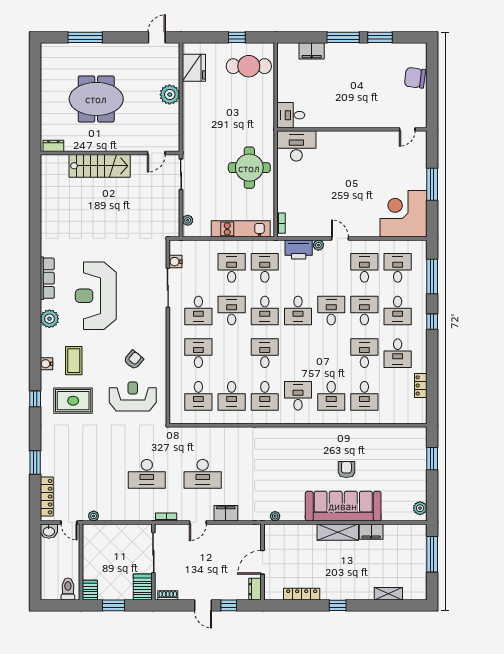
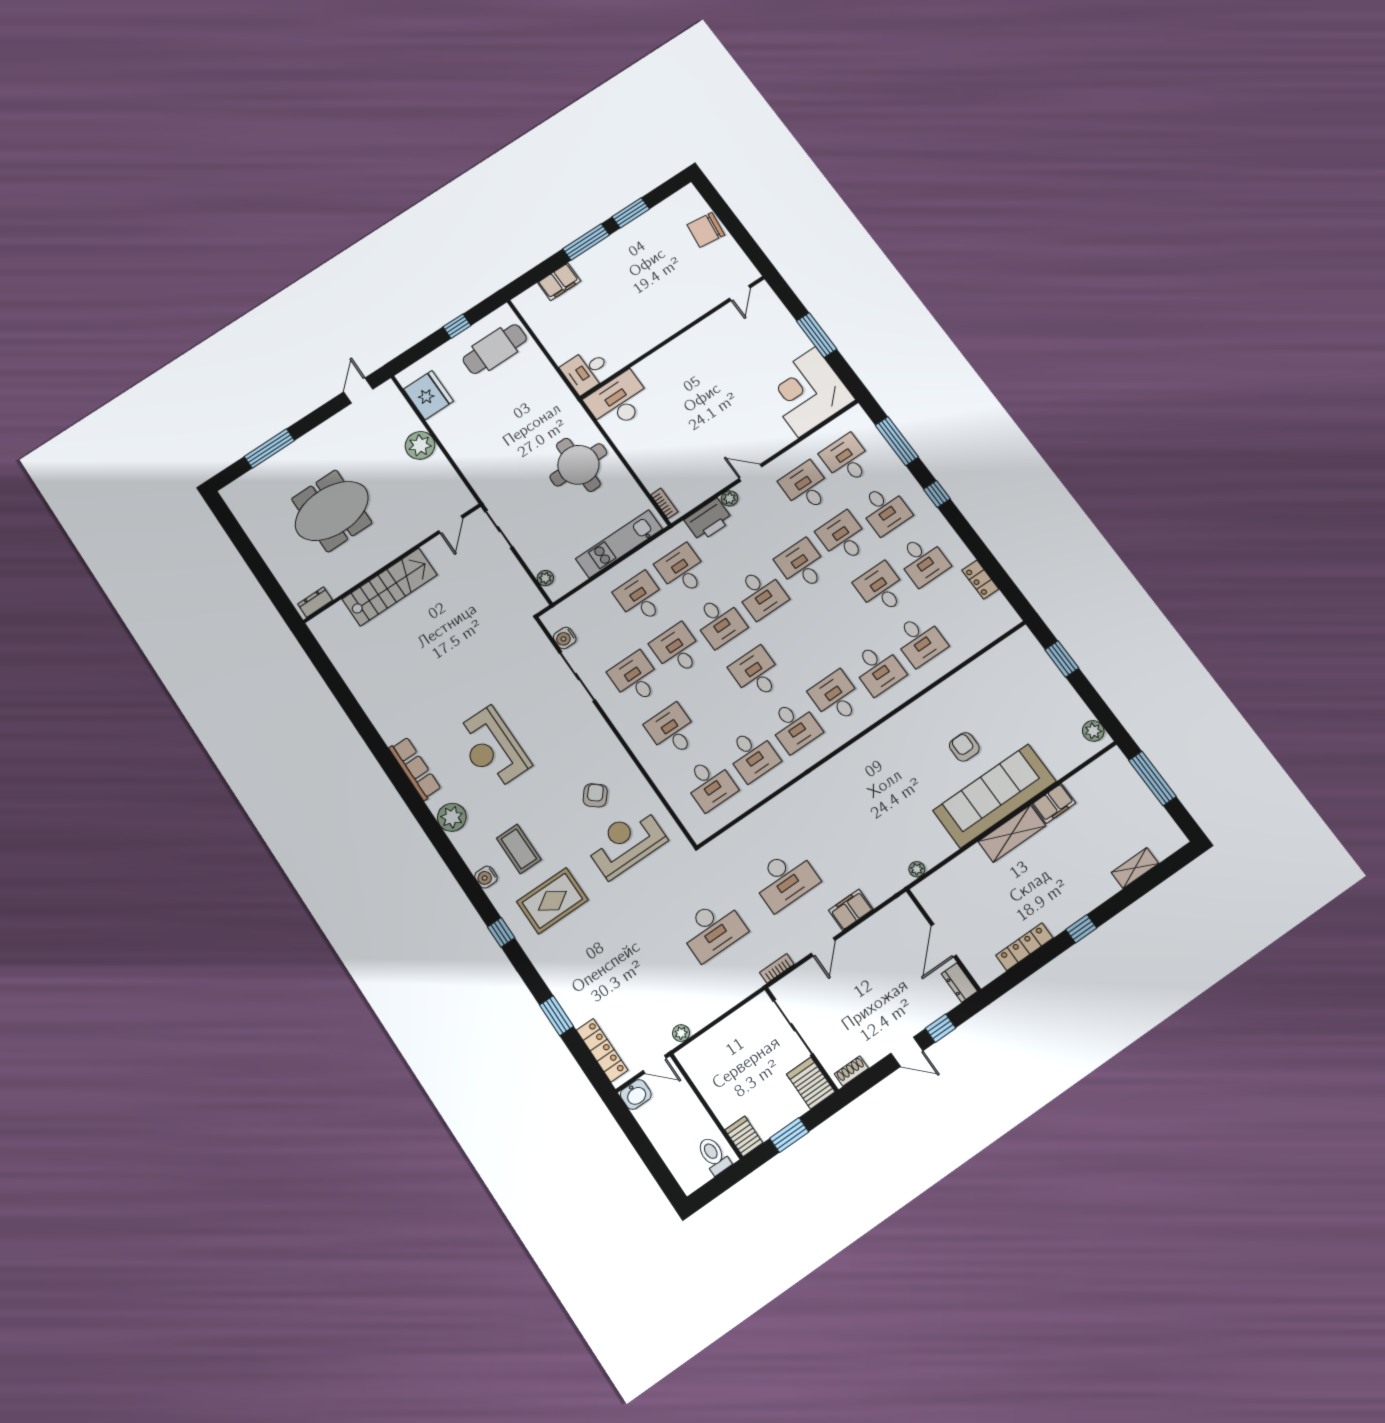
reception desk: (96, 296) -> (492, 748), width x0.74, depth x0.77
desk: (198, 311) -> (635, 678), turned 180

